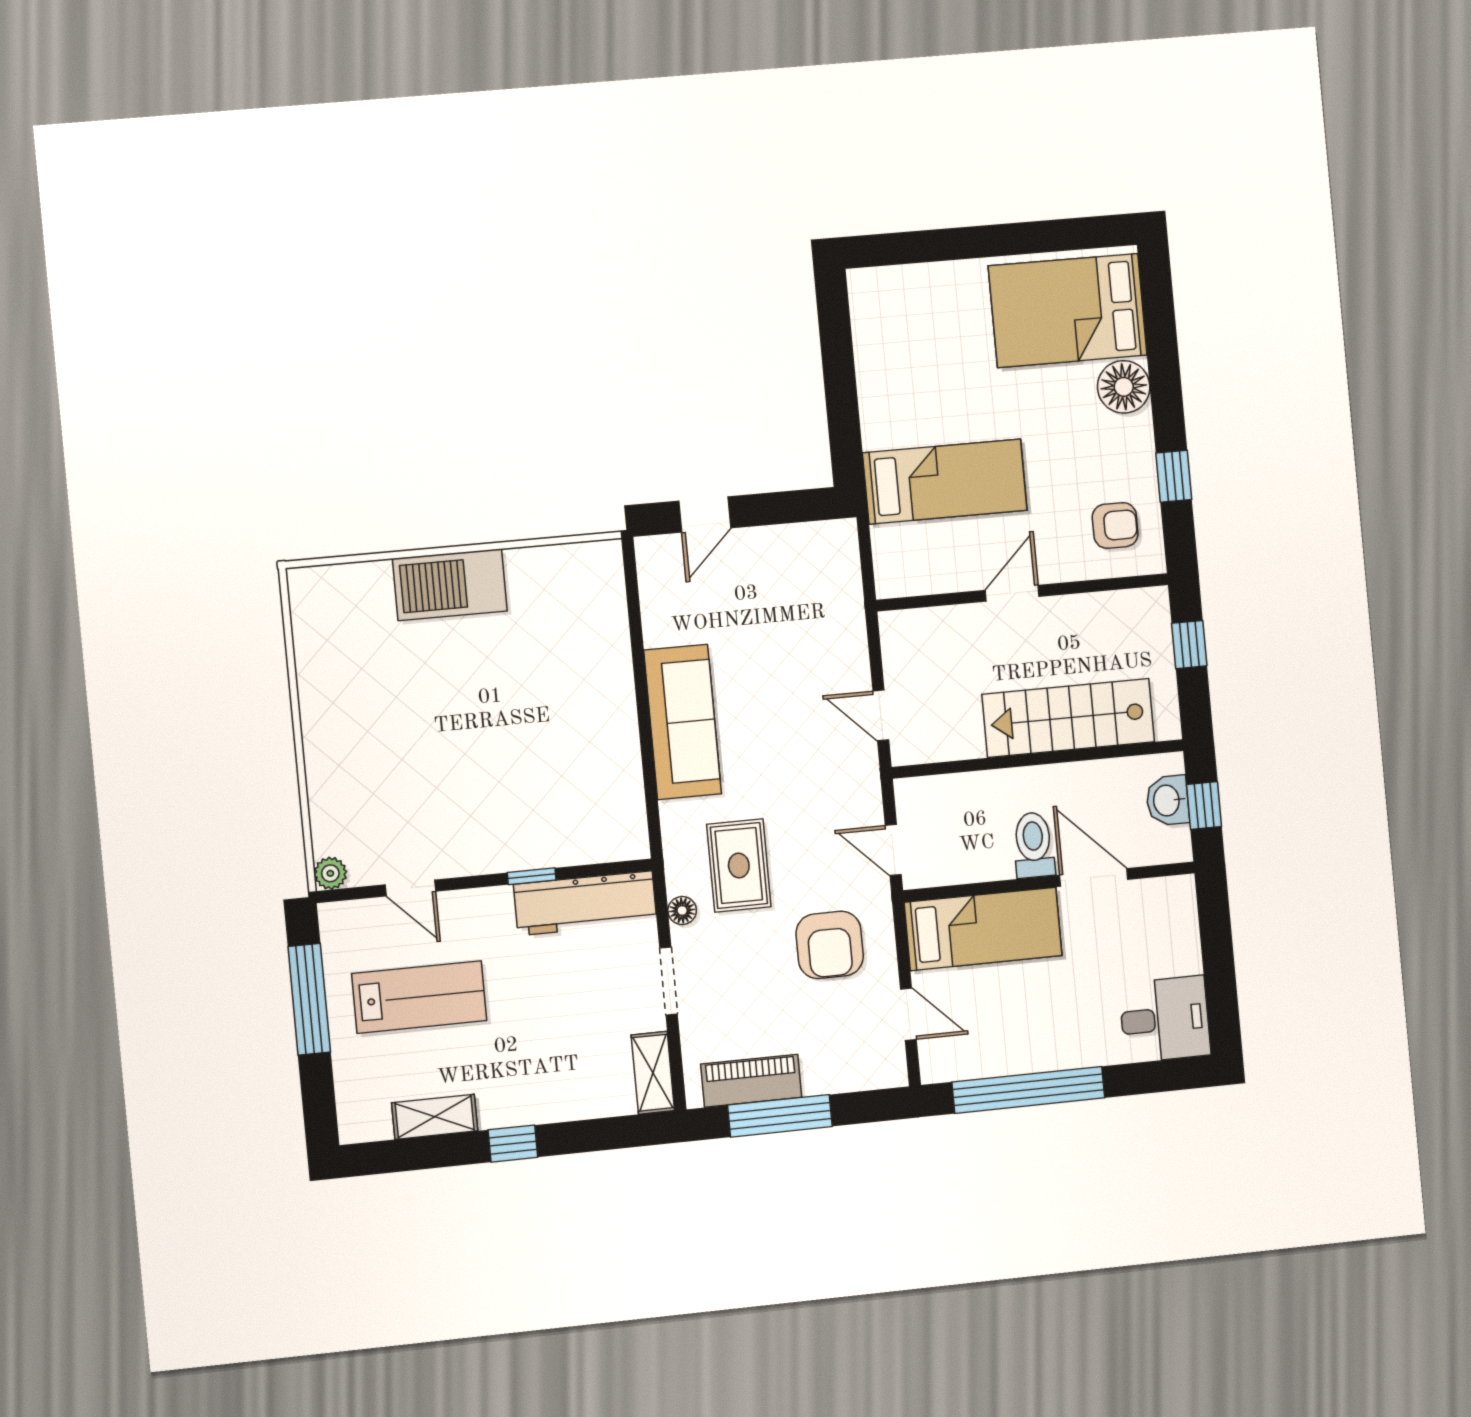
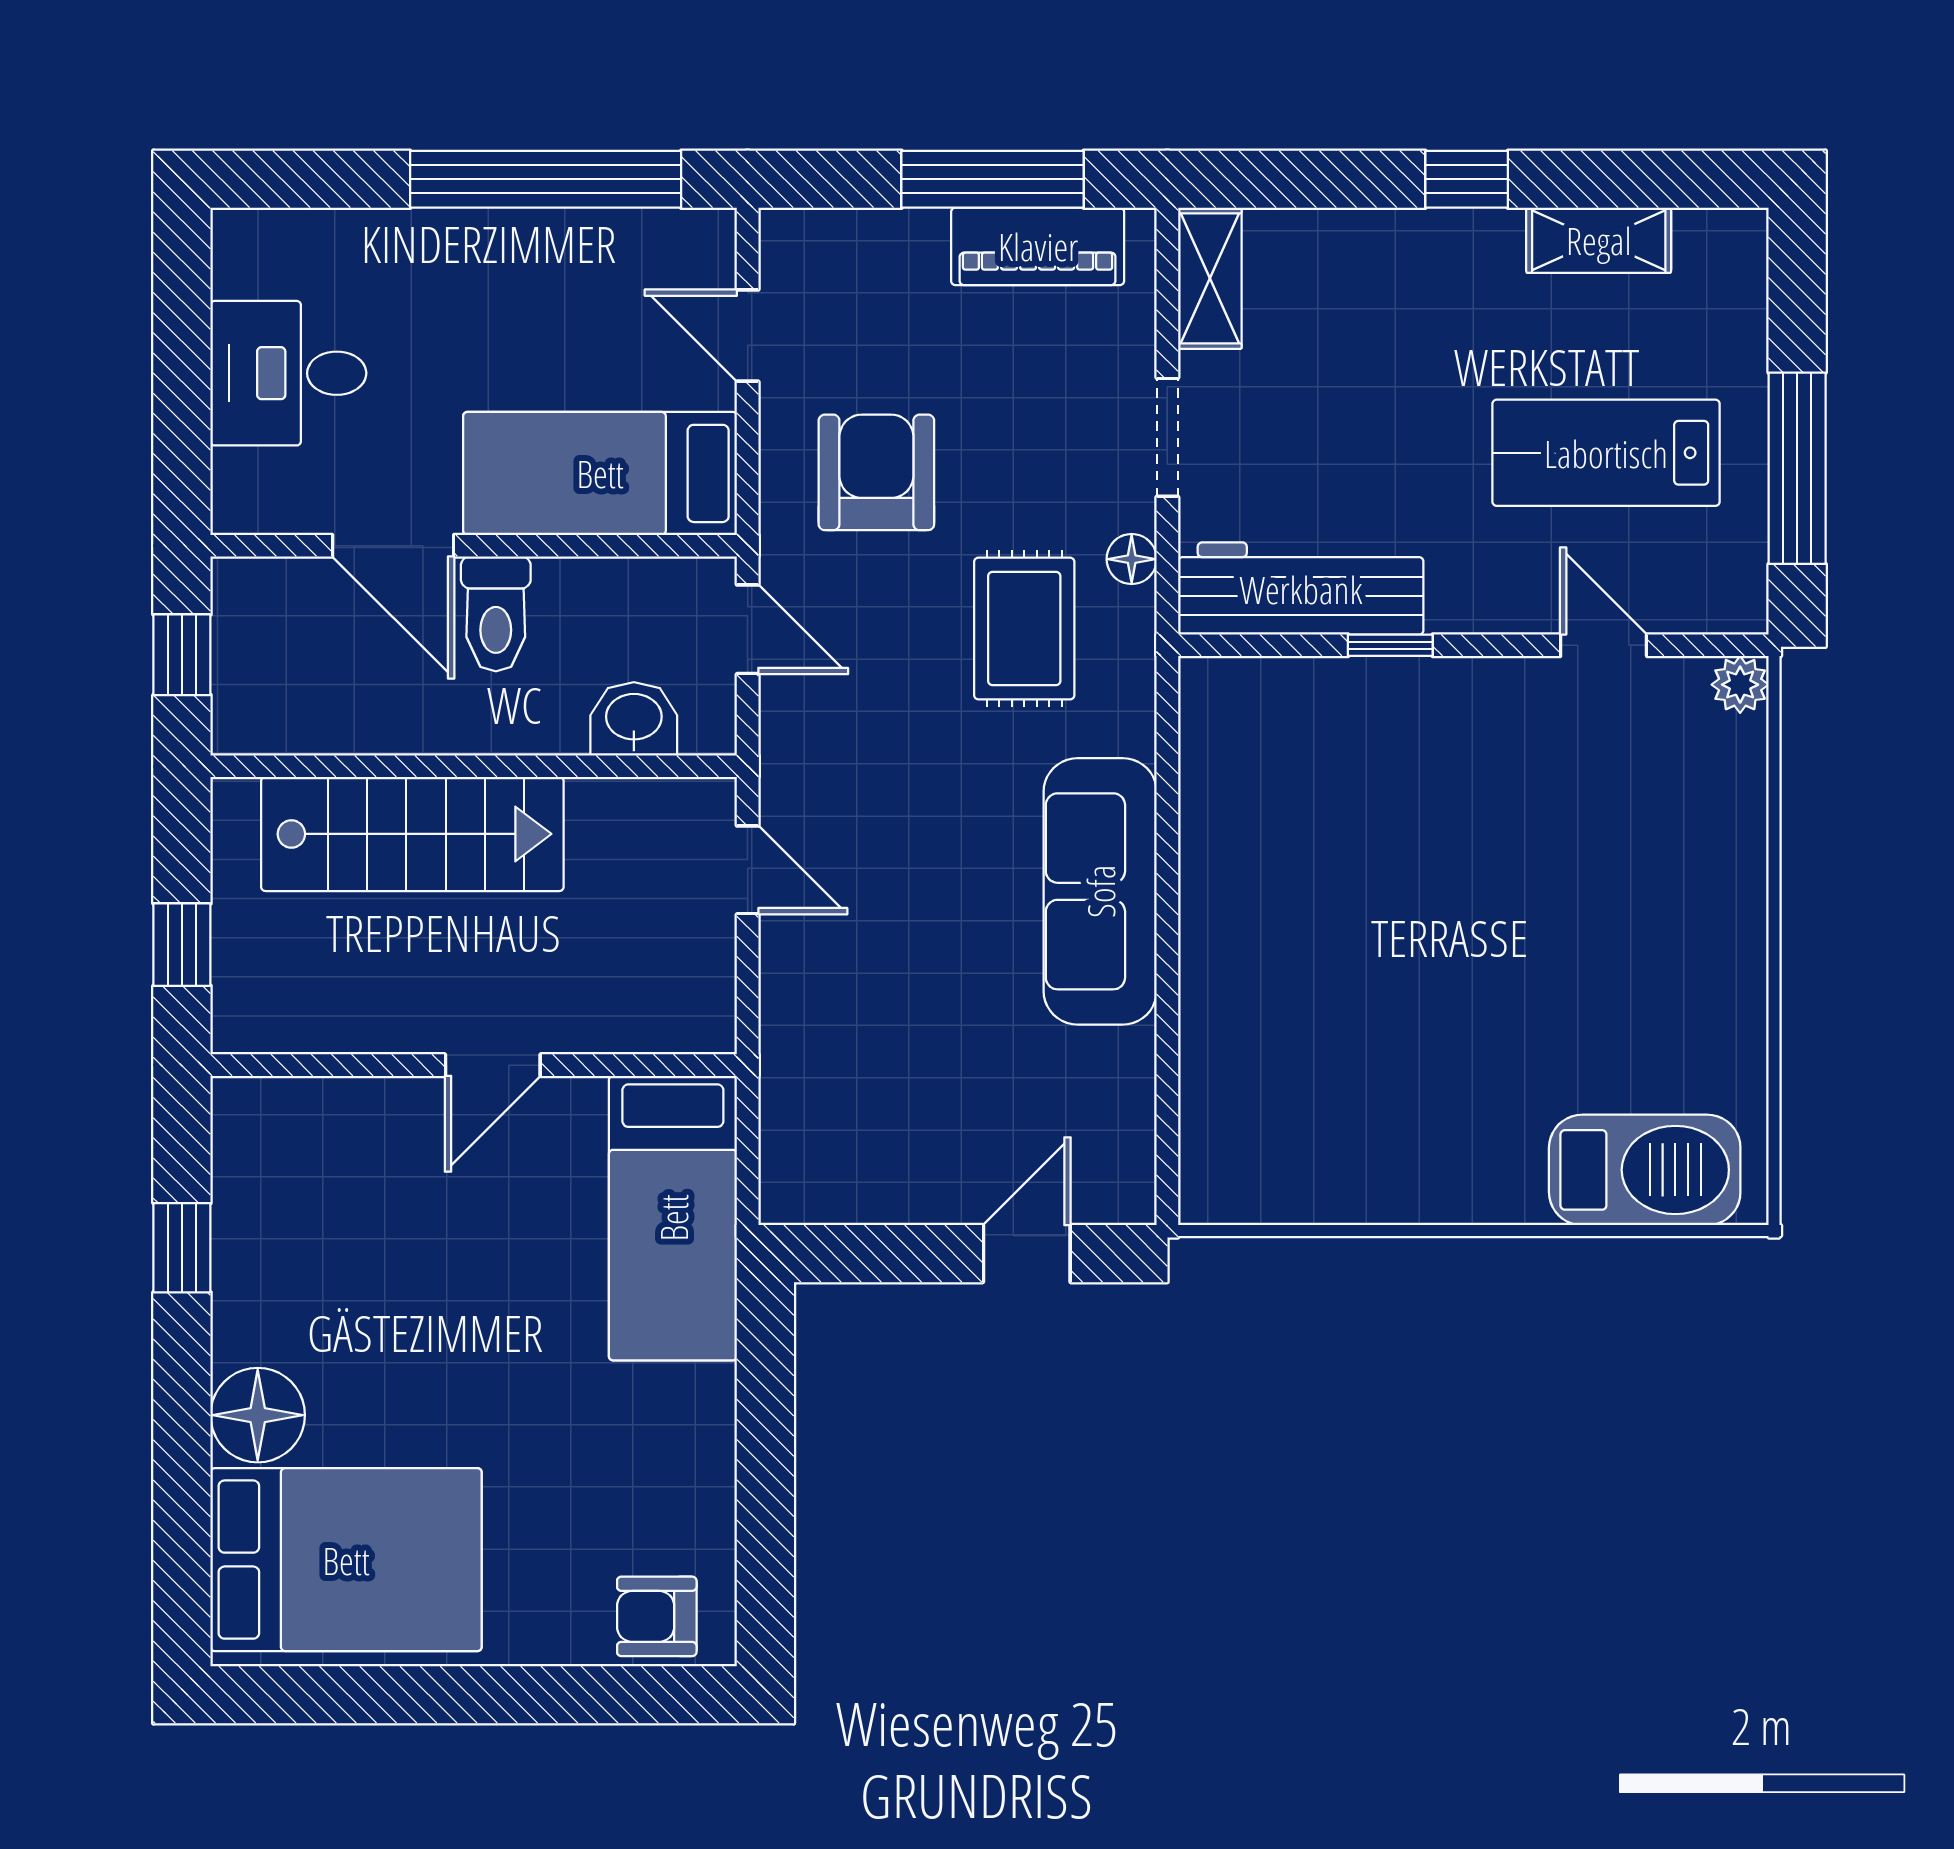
bed: (945, 482) -> (673, 1218), moved, turned -90
armchair: (1115, 525) -> (657, 1616), moved
barbecue: (450, 585) -> (1645, 1170), moved
washbasin: (1168, 800) -> (634, 719), moved, turned -90
desk: (1165, 1019) -> (288, 373), moved

